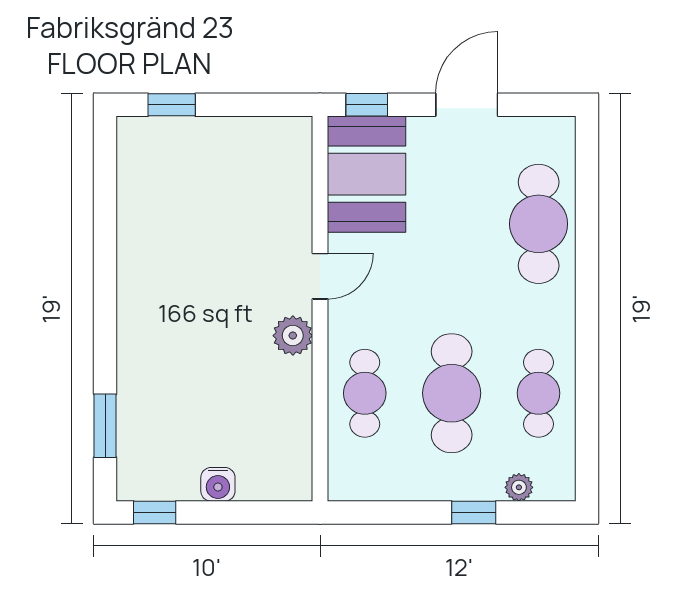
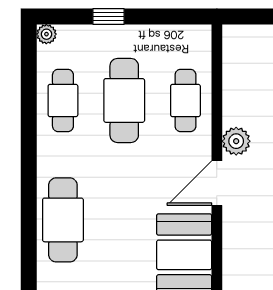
door: (320, 276) -> (217, 183), width x1.37
plant: (519, 487) -> (46, 34), moved

